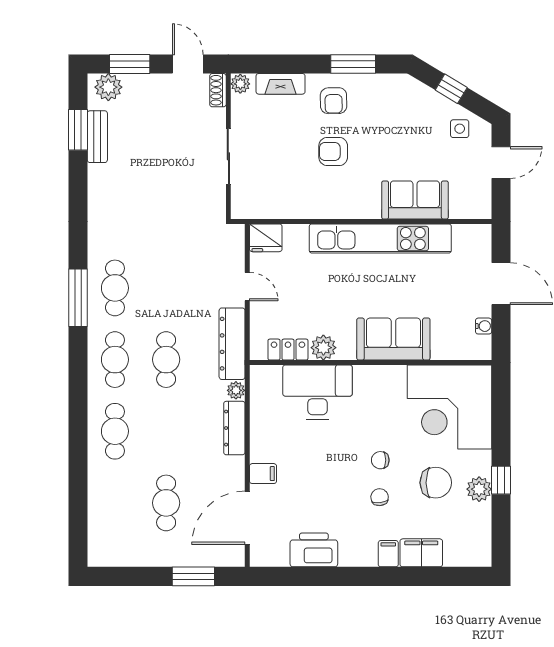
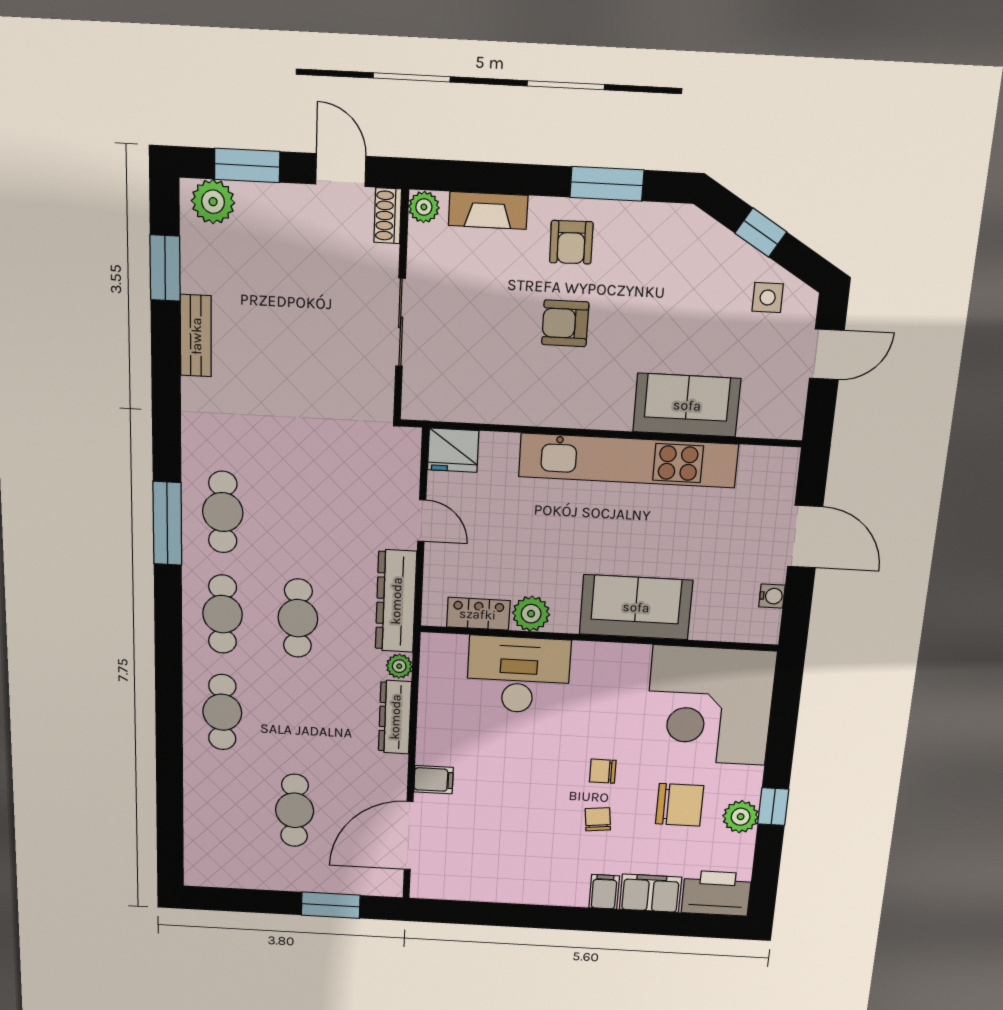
bench: (97, 137) -> (196, 336), moved
printer: (314, 550) -> (716, 893), moved

